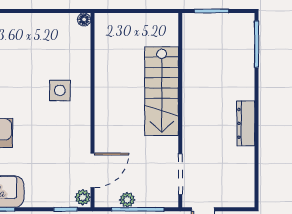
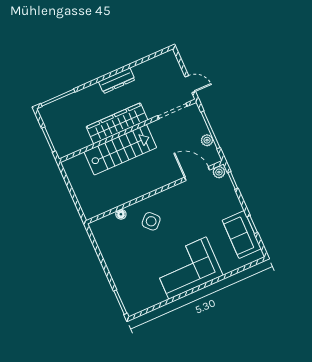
floor lamp: (84, 19) -> (121, 214), moved
side table: (60, 90) -> (151, 221), turned 45
wardrobe: (195, 101) -> (117, 123), added

